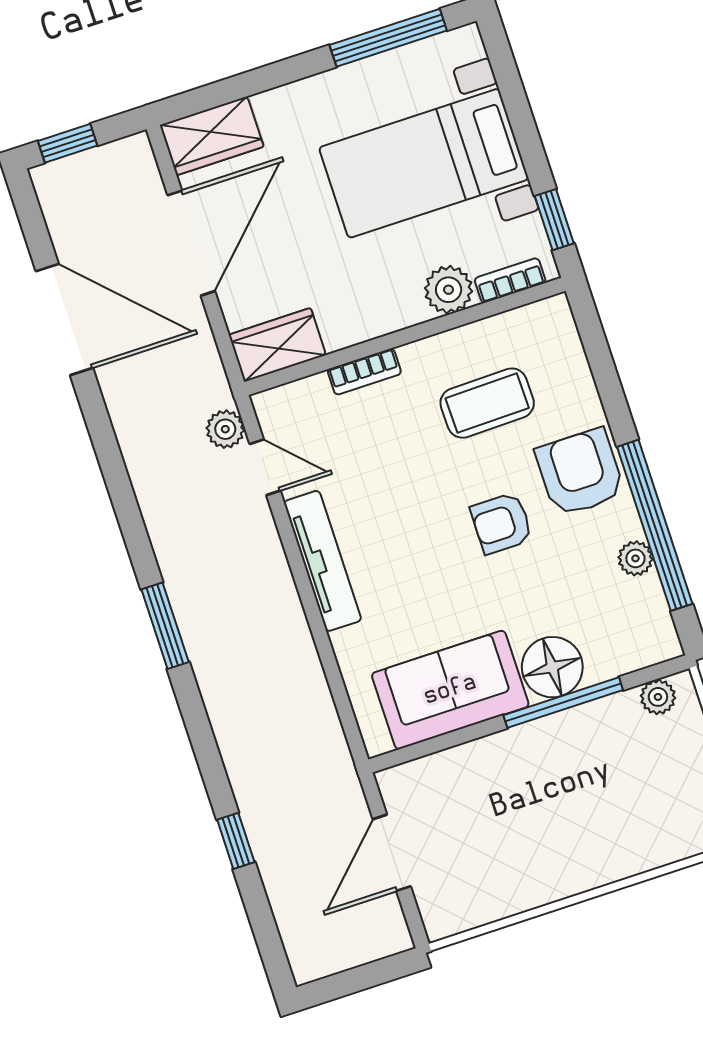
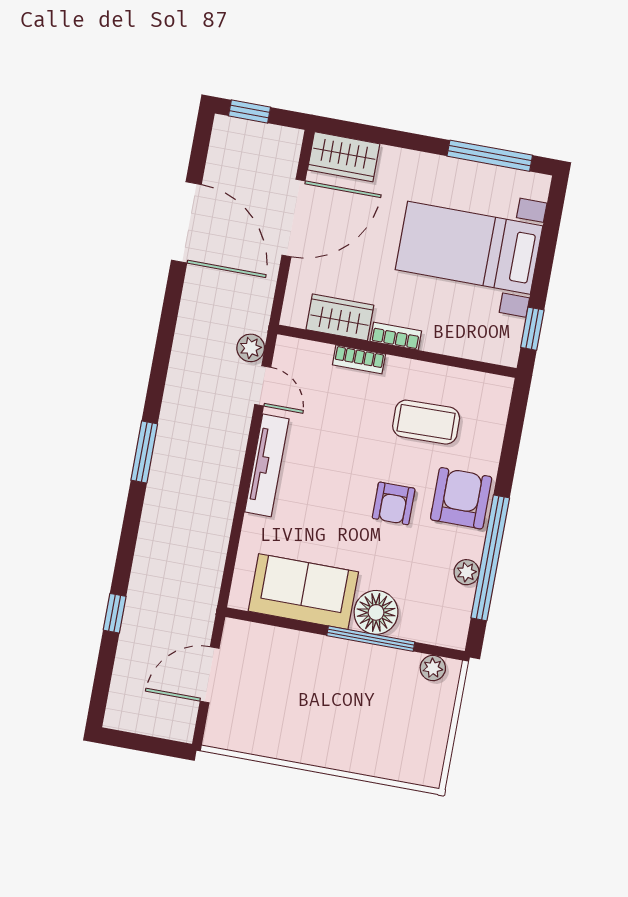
bookcase: (510, 280) -> (396, 336), moved
plant: (449, 290) -> (441, 337), removed
wardrobe: (277, 345) -> (340, 317), moved
armchair: (502, 523) -> (394, 503), turned -90

